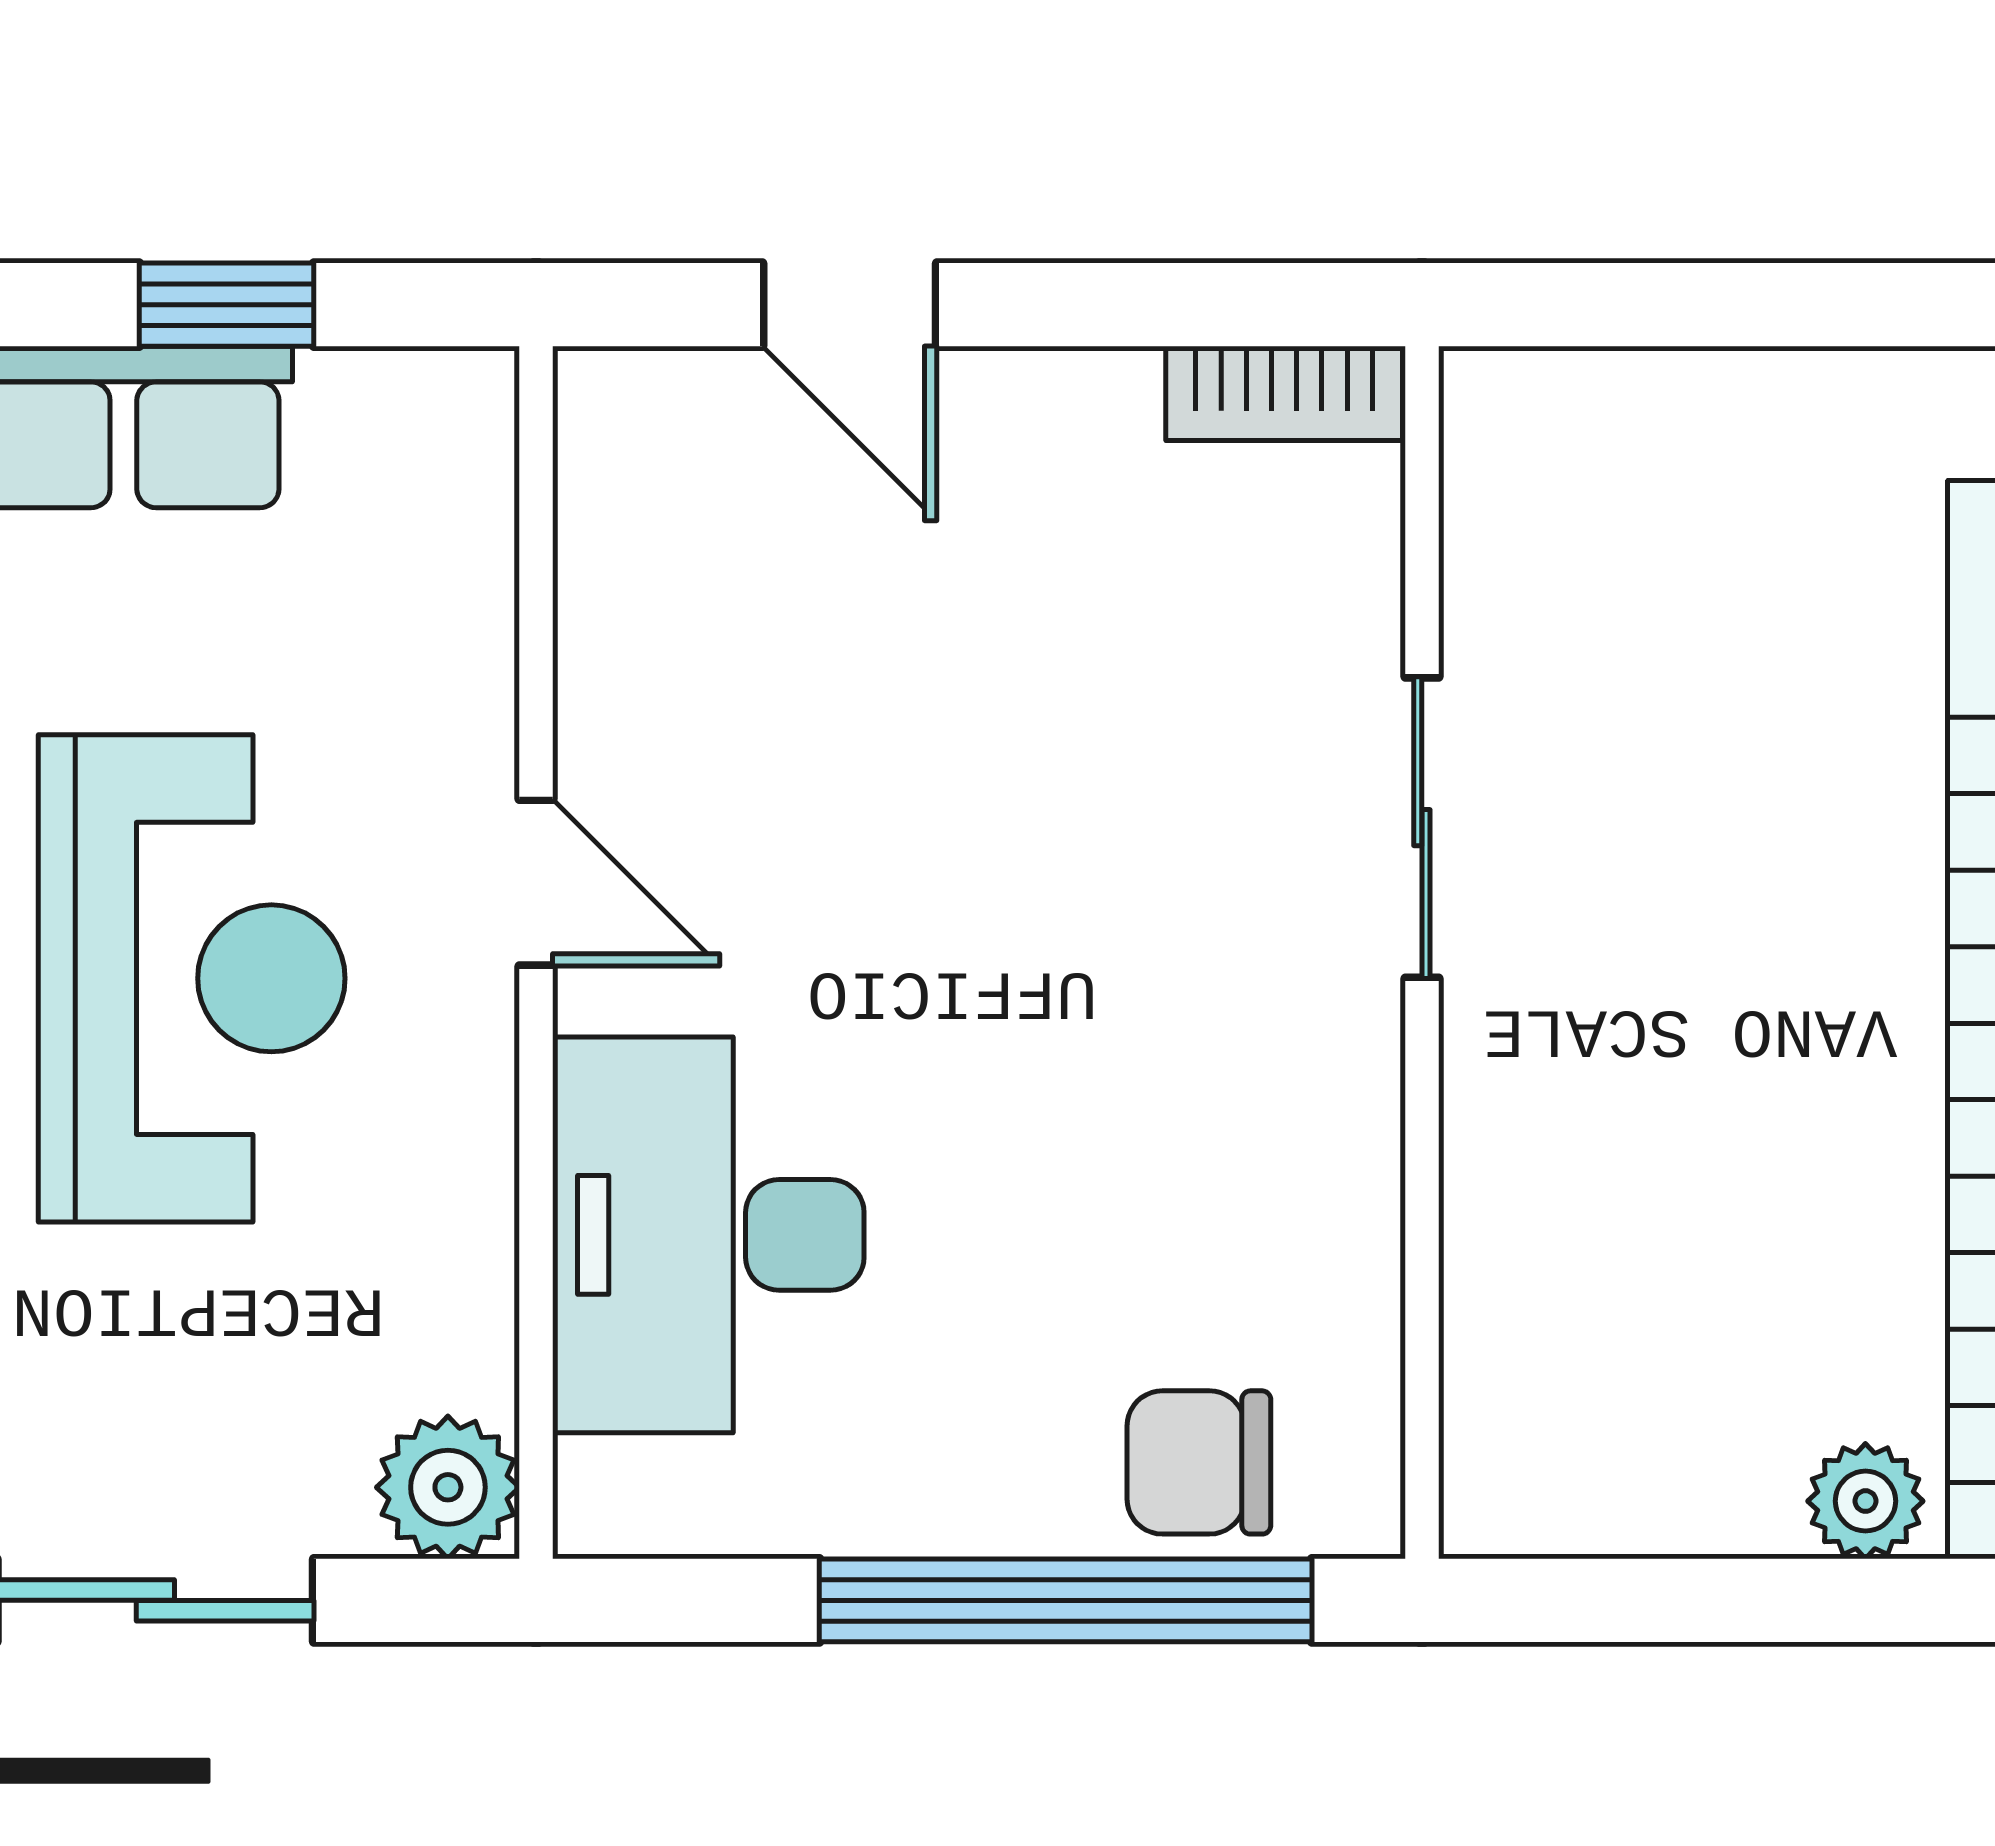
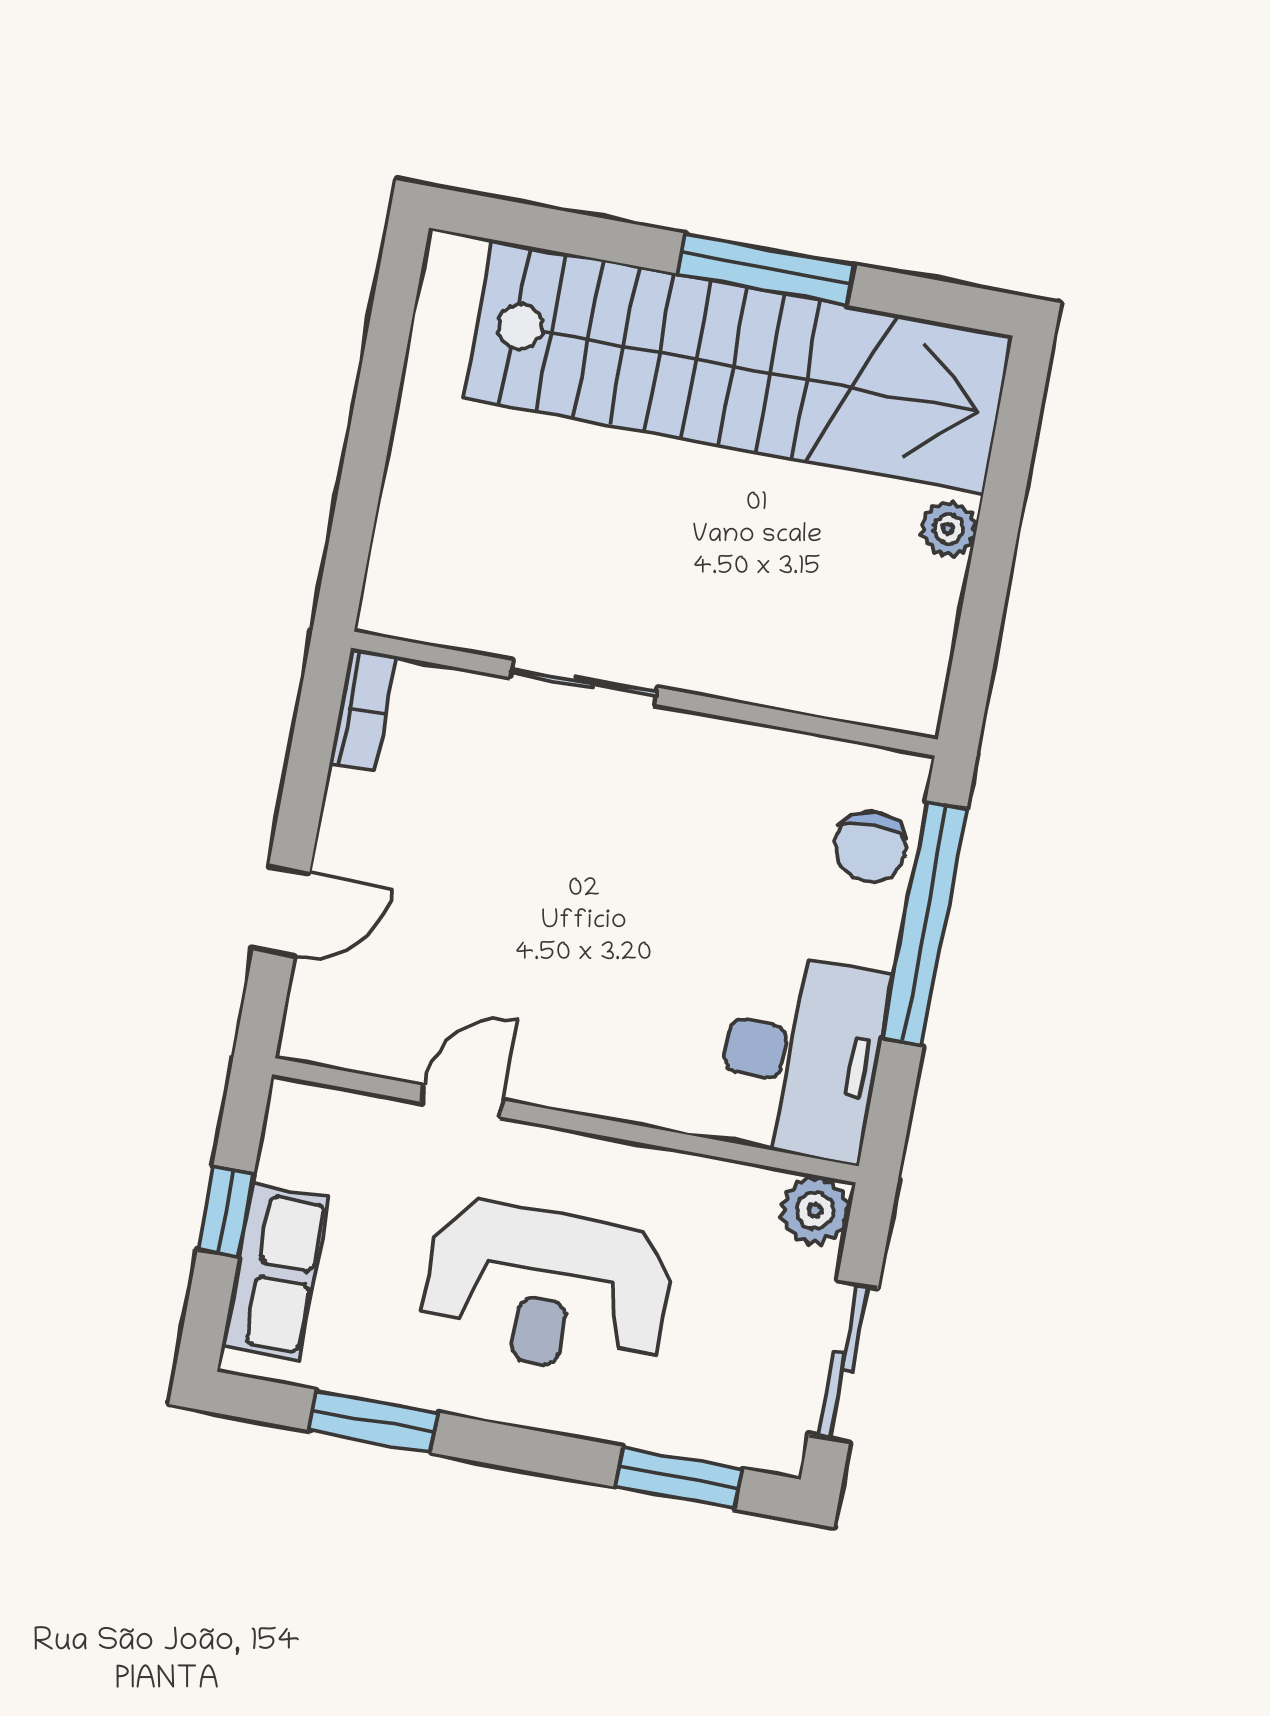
door: (536, 883) -> (462, 1101), moved
reception desk: (192, 978) -> (547, 1288), turned 180
desk: (708, 1235) -> (802, 1057), moved, turned -90

